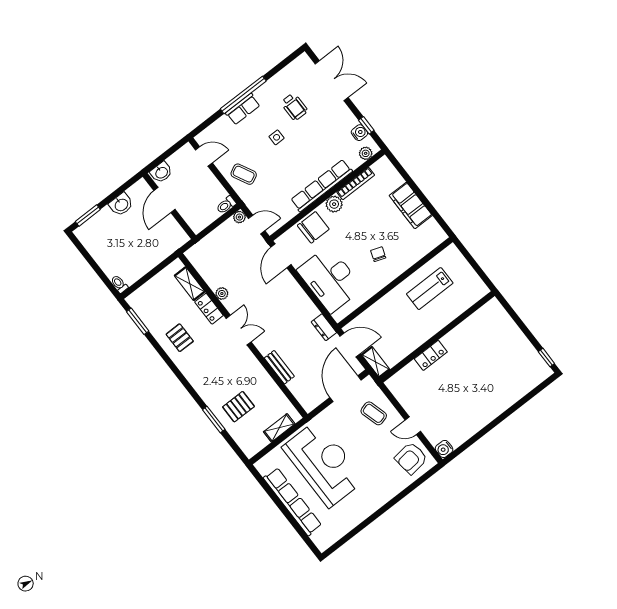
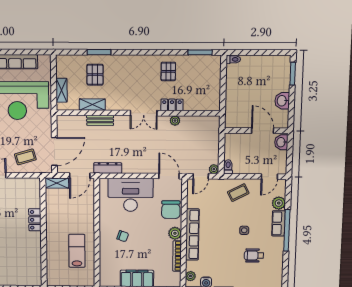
plant: (222, 125) -> (279, 203), added
shelving: (190, 284) -> (92, 105), moved
dresser: (324, 327) -> (108, 168), width x1.44
pallet: (180, 338) -> (168, 71), turned 90
door: (345, 389) -> (54, 151), hinge flipped

